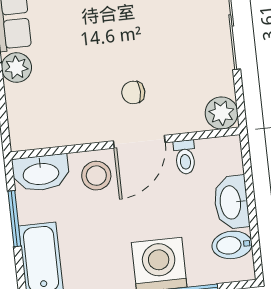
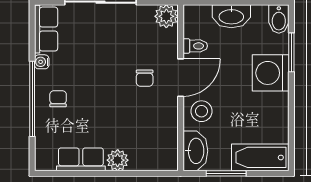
door: (139, 142) -> (181, 78), hinge flipped
bidet: (232, 245) -> (279, 19), moved

